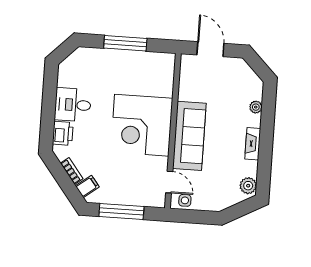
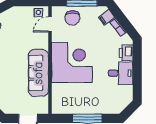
sofa: (189, 136) -> (38, 73), moved
door: (169, 182) -> (50, 24), hinge flipped
chair: (136, 189) -> (72, 18), added

